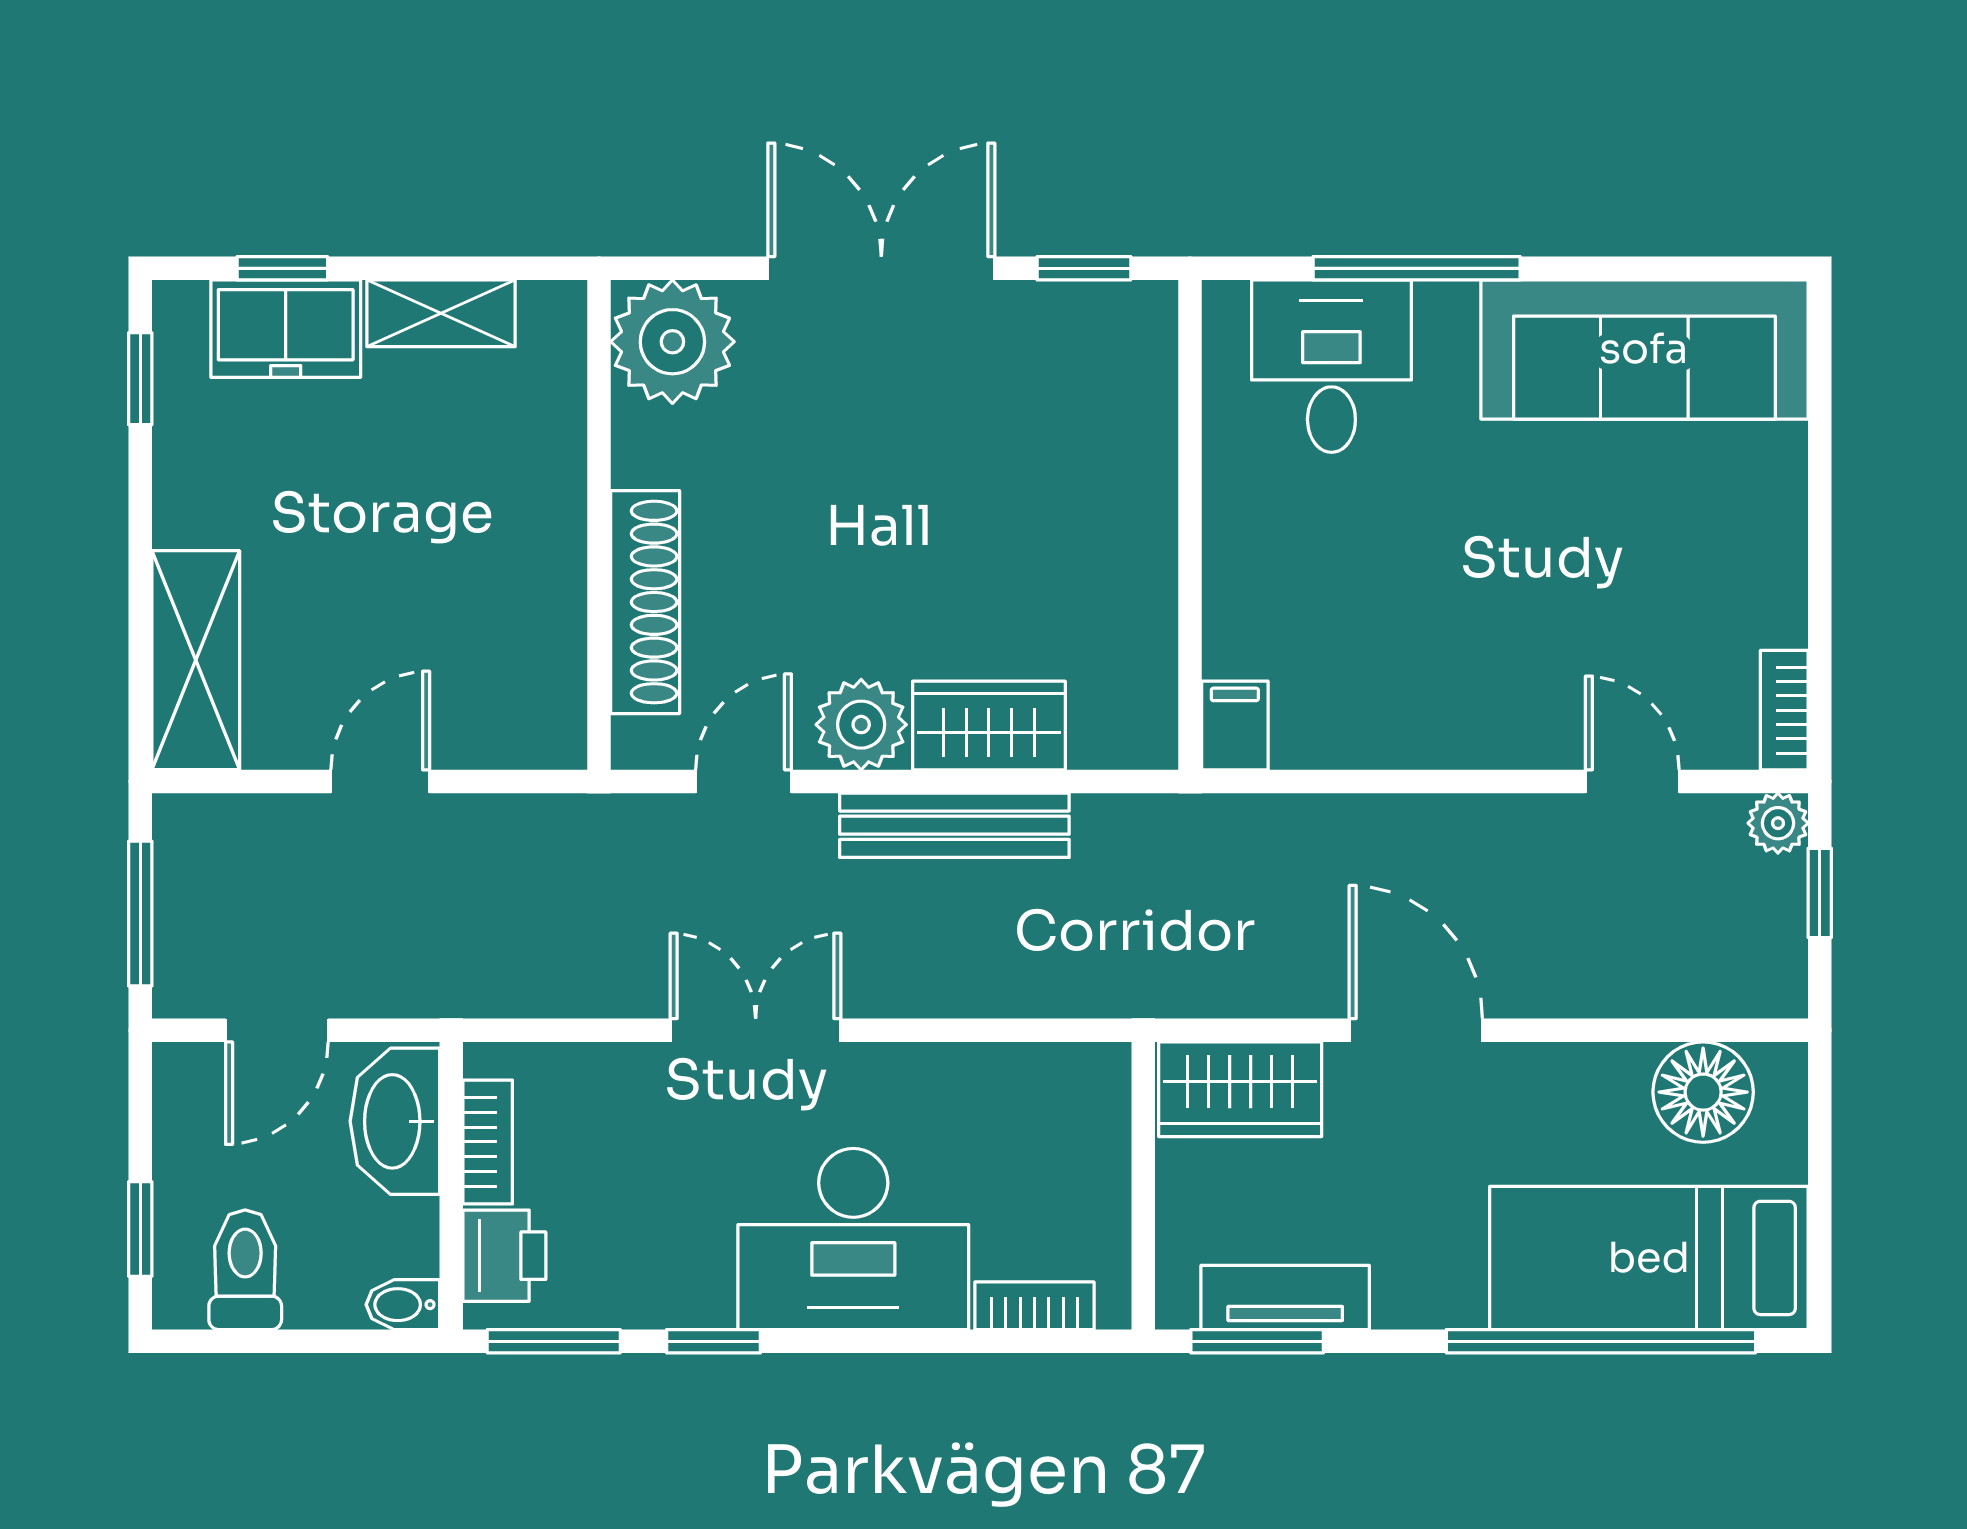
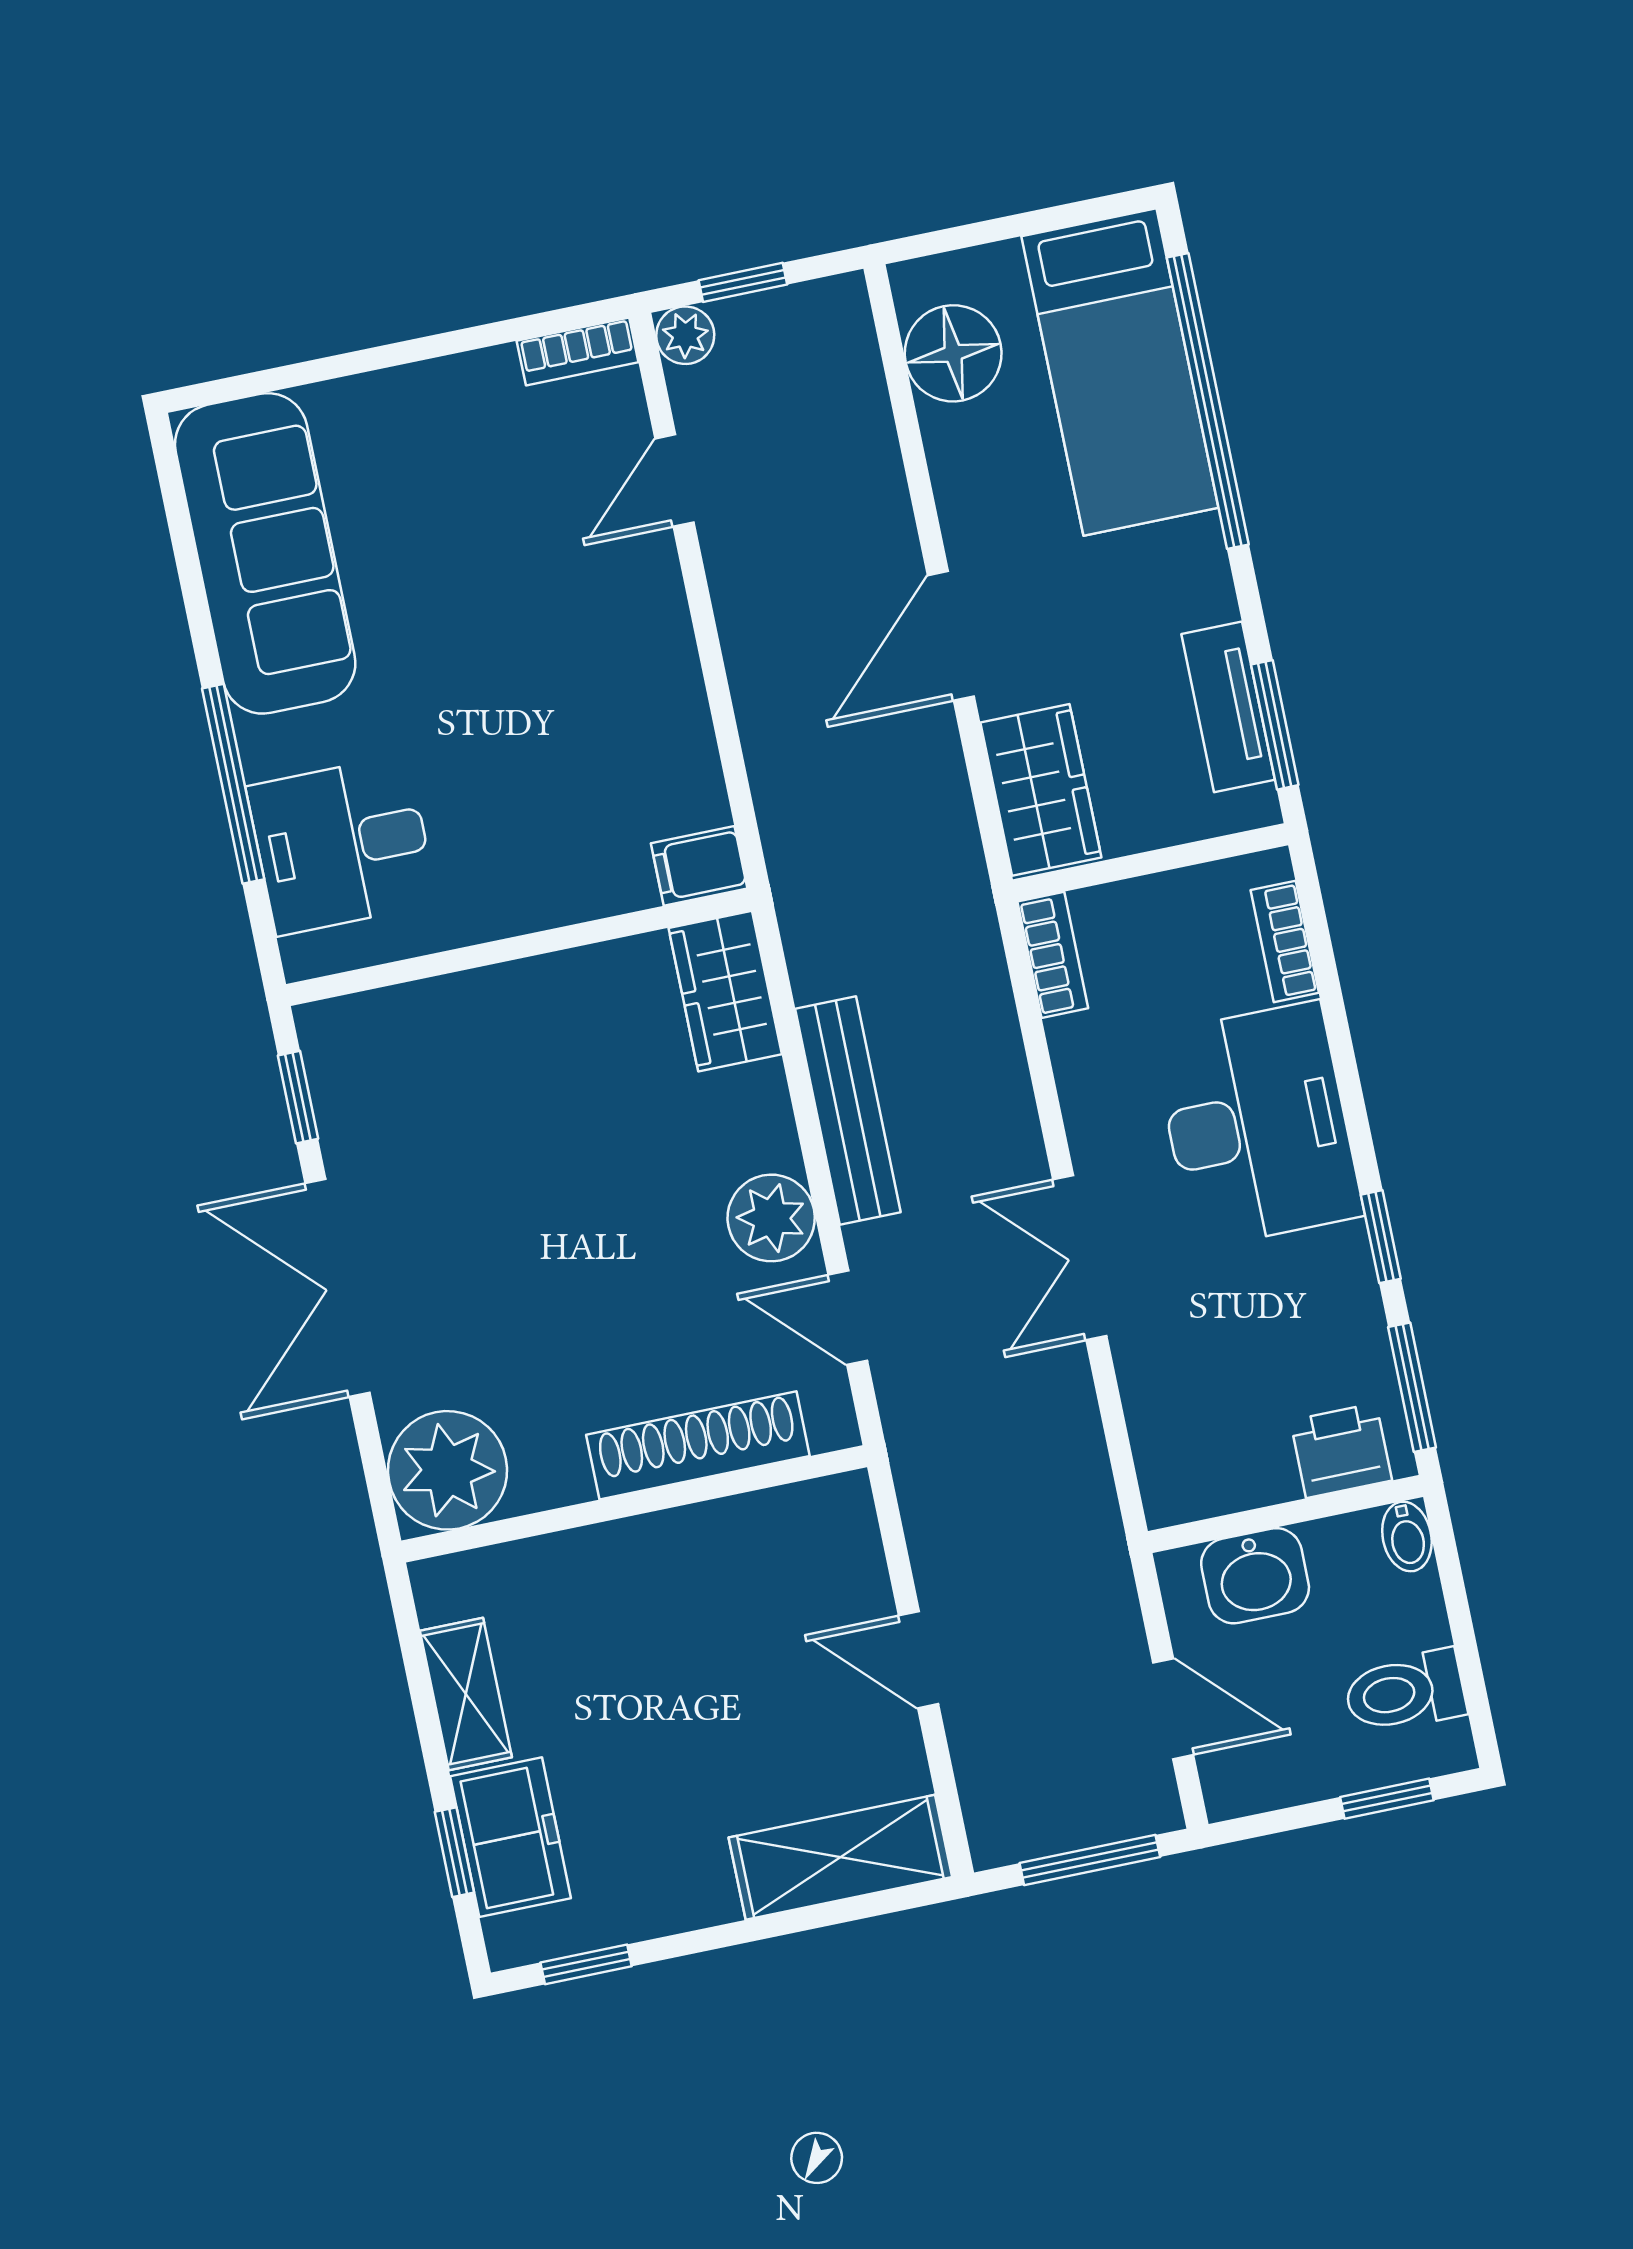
wardrobe: (989, 725) -> (725, 991), moved
washbasin: (395, 1121) -> (1255, 1576), width x0.72
bookcase: (488, 1142) -> (1053, 955), moved, turned 90

